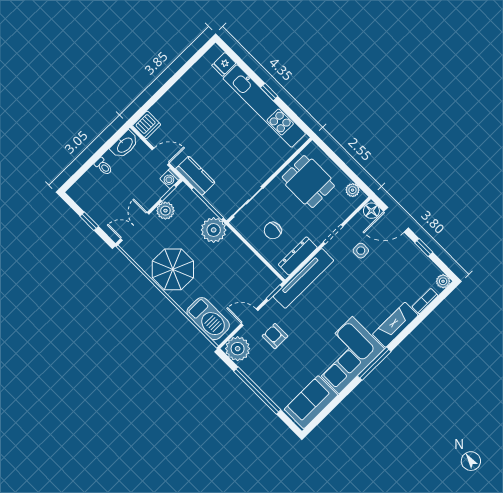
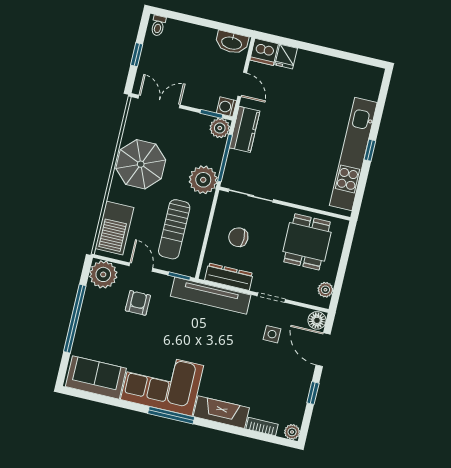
fridge: (224, 64) -> (286, 57), moved, turned -90
toilet: (103, 166) -> (158, 26), moved
plant: (165, 211) -> (220, 128), moved
sun lounger: (237, 275) -> (174, 229), added

